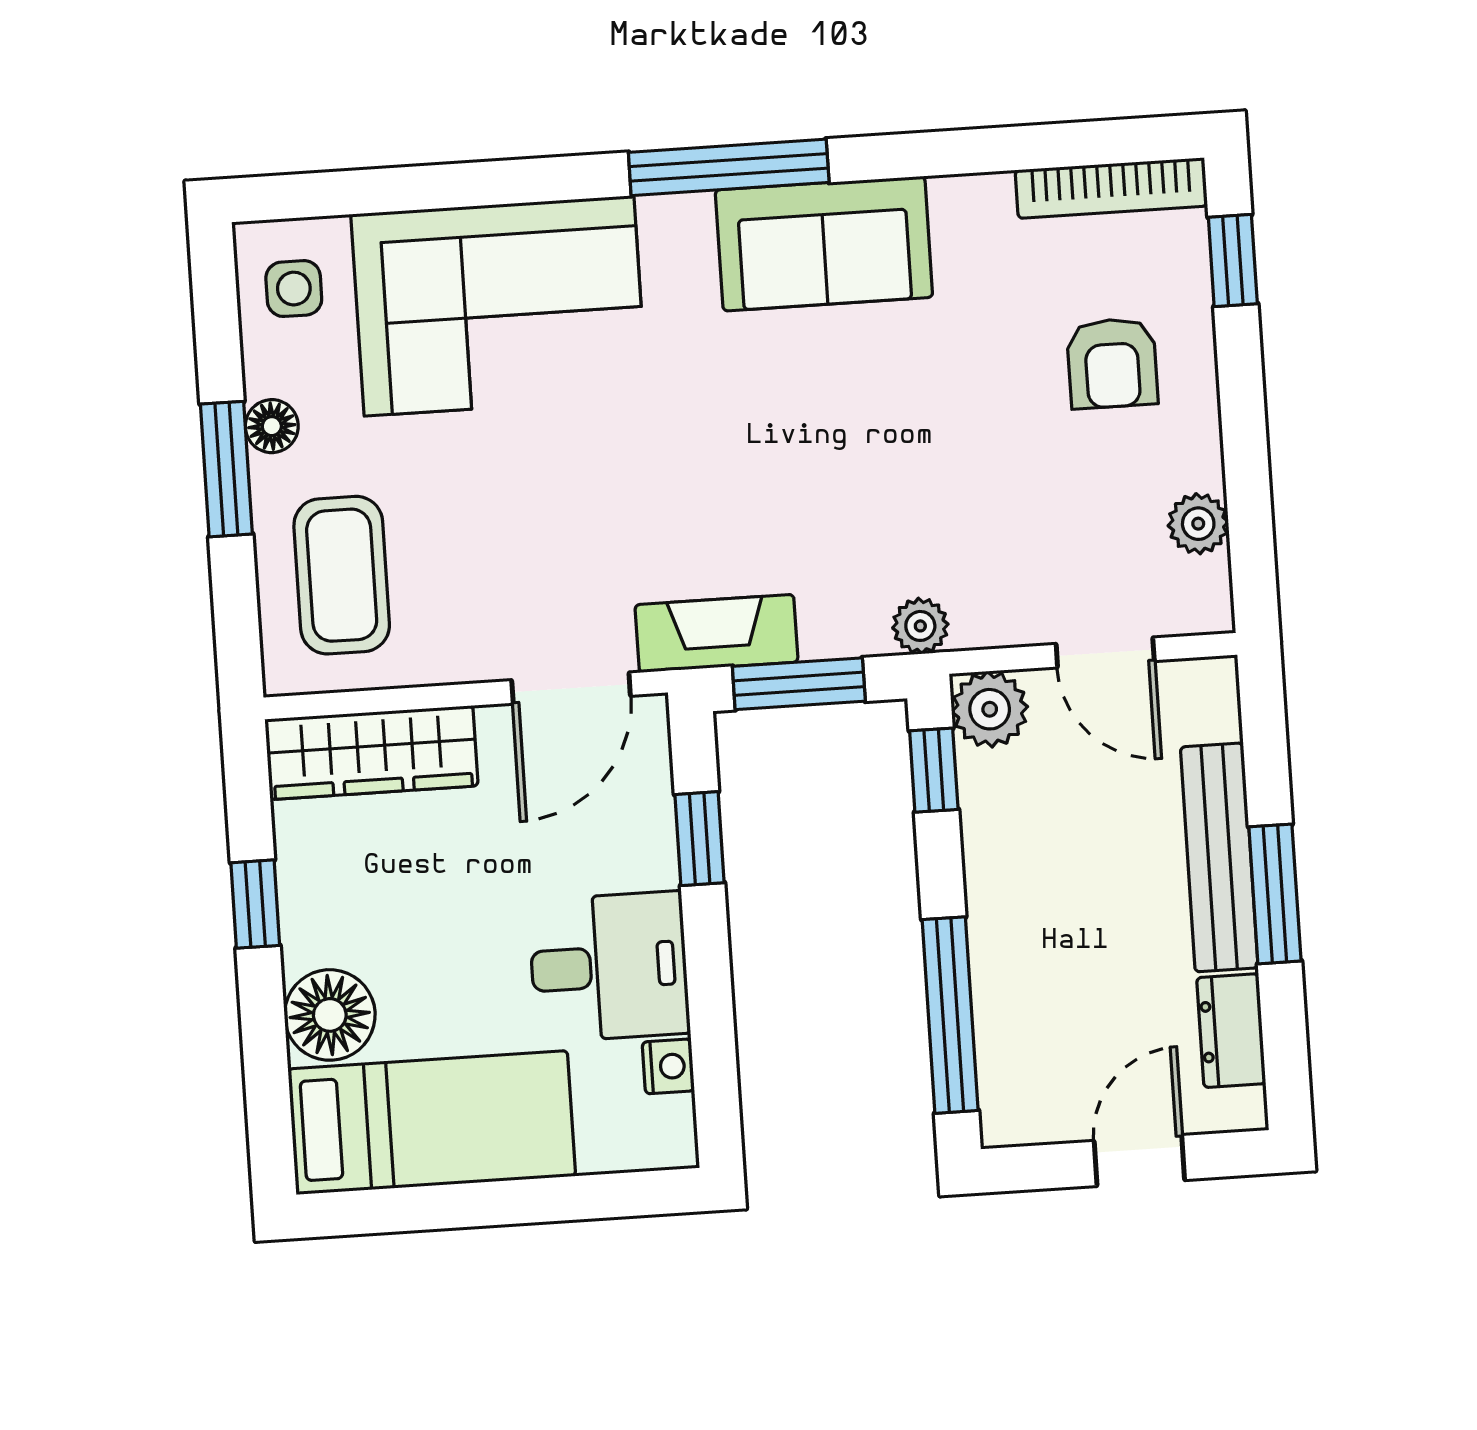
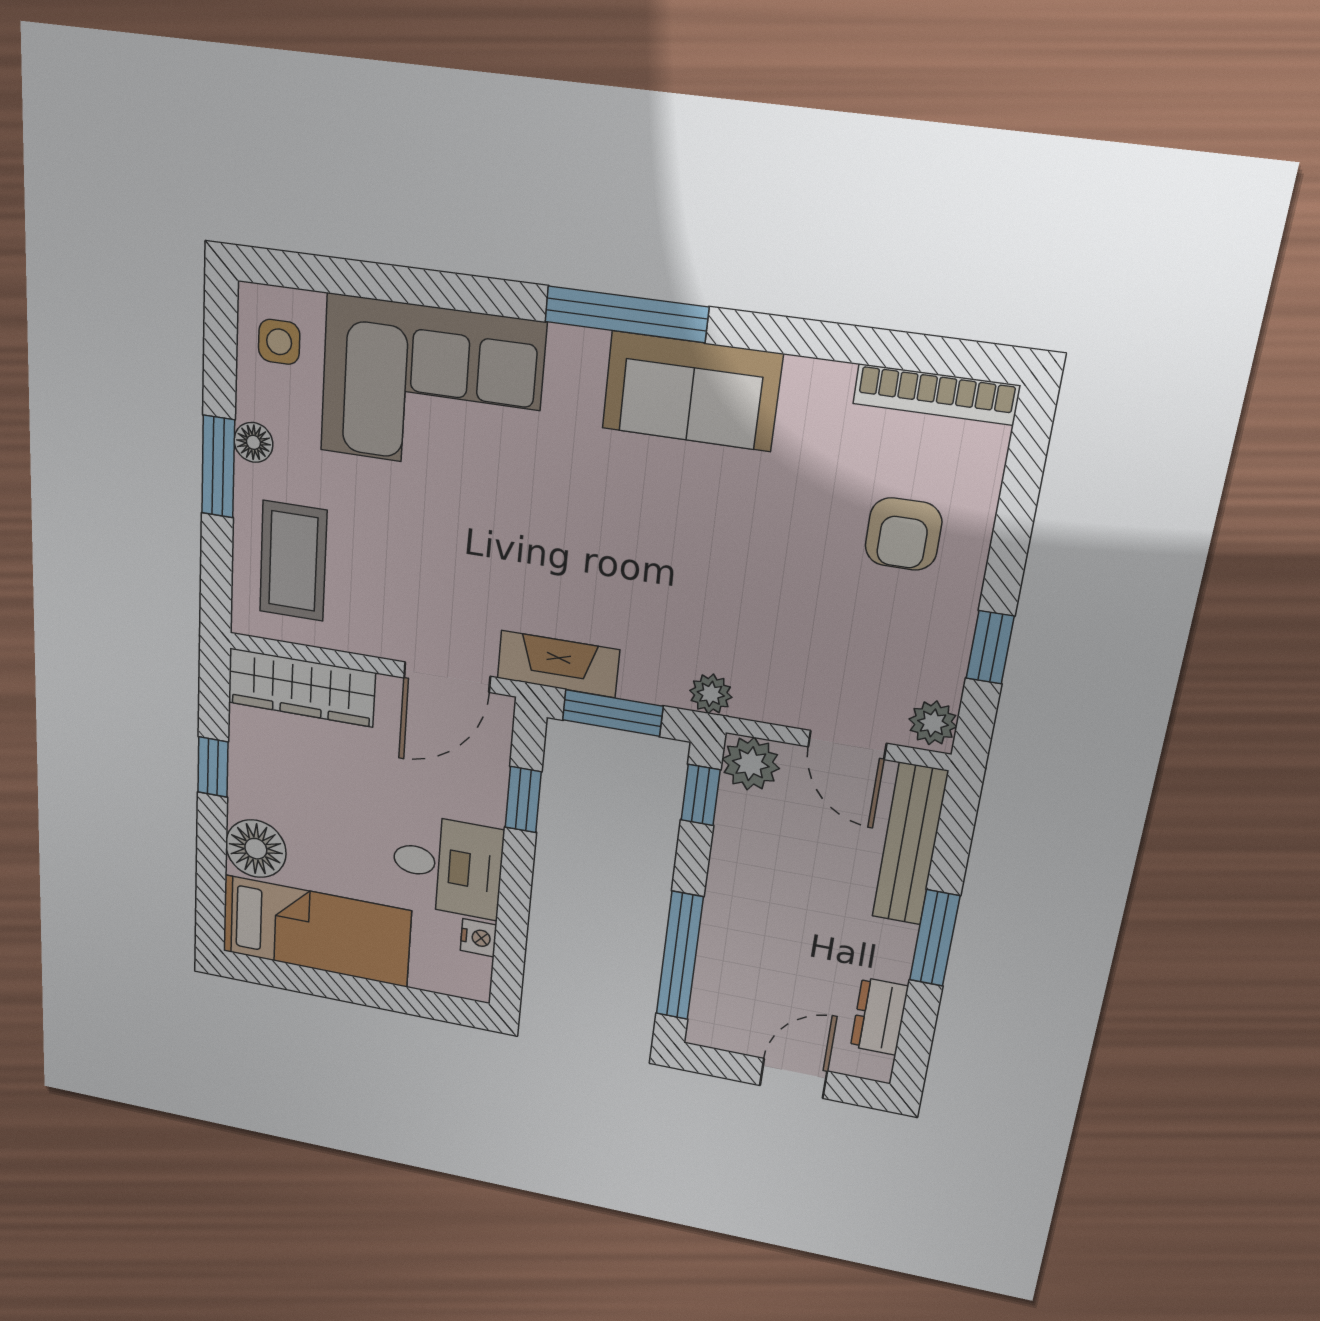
window: (1233, 260) -> (990, 647), moved
plant: (1198, 524) -> (933, 723), moved
bench: (1219, 857) -> (910, 844), moved

